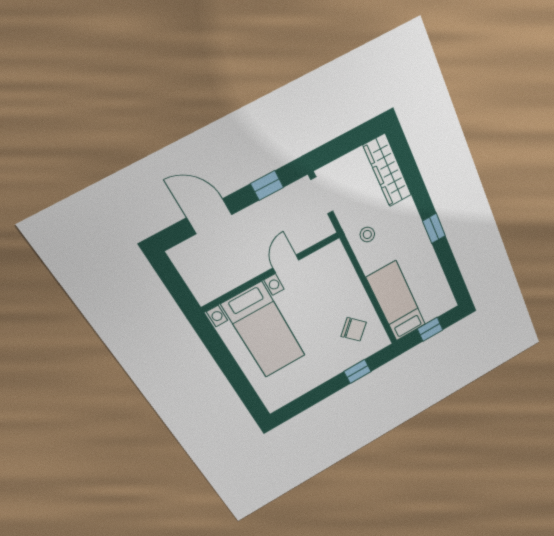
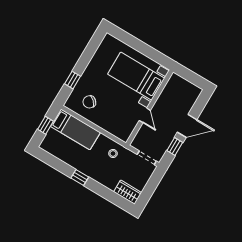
wardrobe: (387, 170) -> (128, 192), width x0.67
door: (209, 216) -> (187, 126), moved

